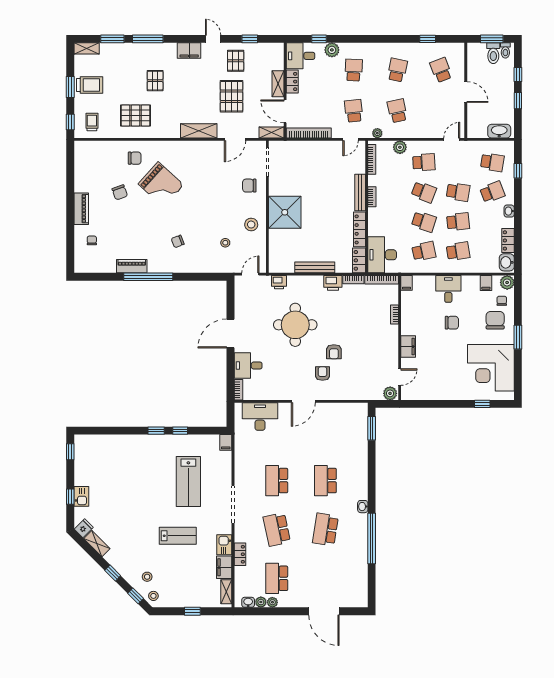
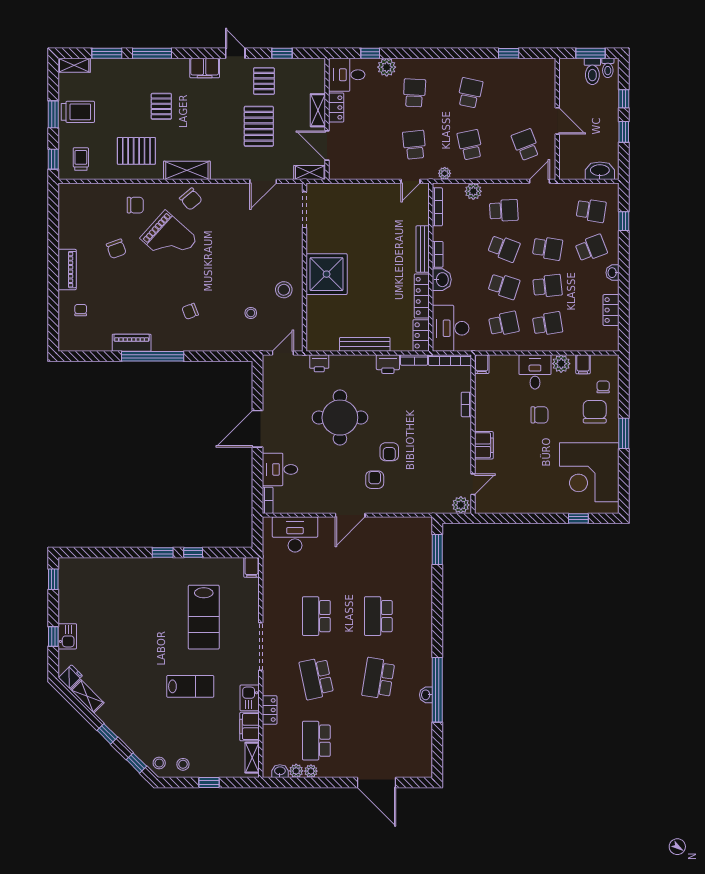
school desk: (441, 70) -> (526, 145), moved
shelving: (199, 131) -> (187, 170), moved
bookcase: (309, 133) -> (357, 173), removed
chair: (249, 186) -> (191, 199), moved, turned -130
washbasin: (507, 262) -> (442, 280), moved, turned 180
plant: (507, 282) -> (561, 364), moved
washbasin: (363, 507) -> (426, 695), moved
stool: (147, 577) -> (183, 764), moved

